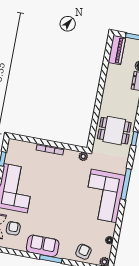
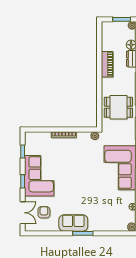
piano: (117, 50) -> (107, 64), moved
armchair: (83, 252) -> (111, 221), removed

